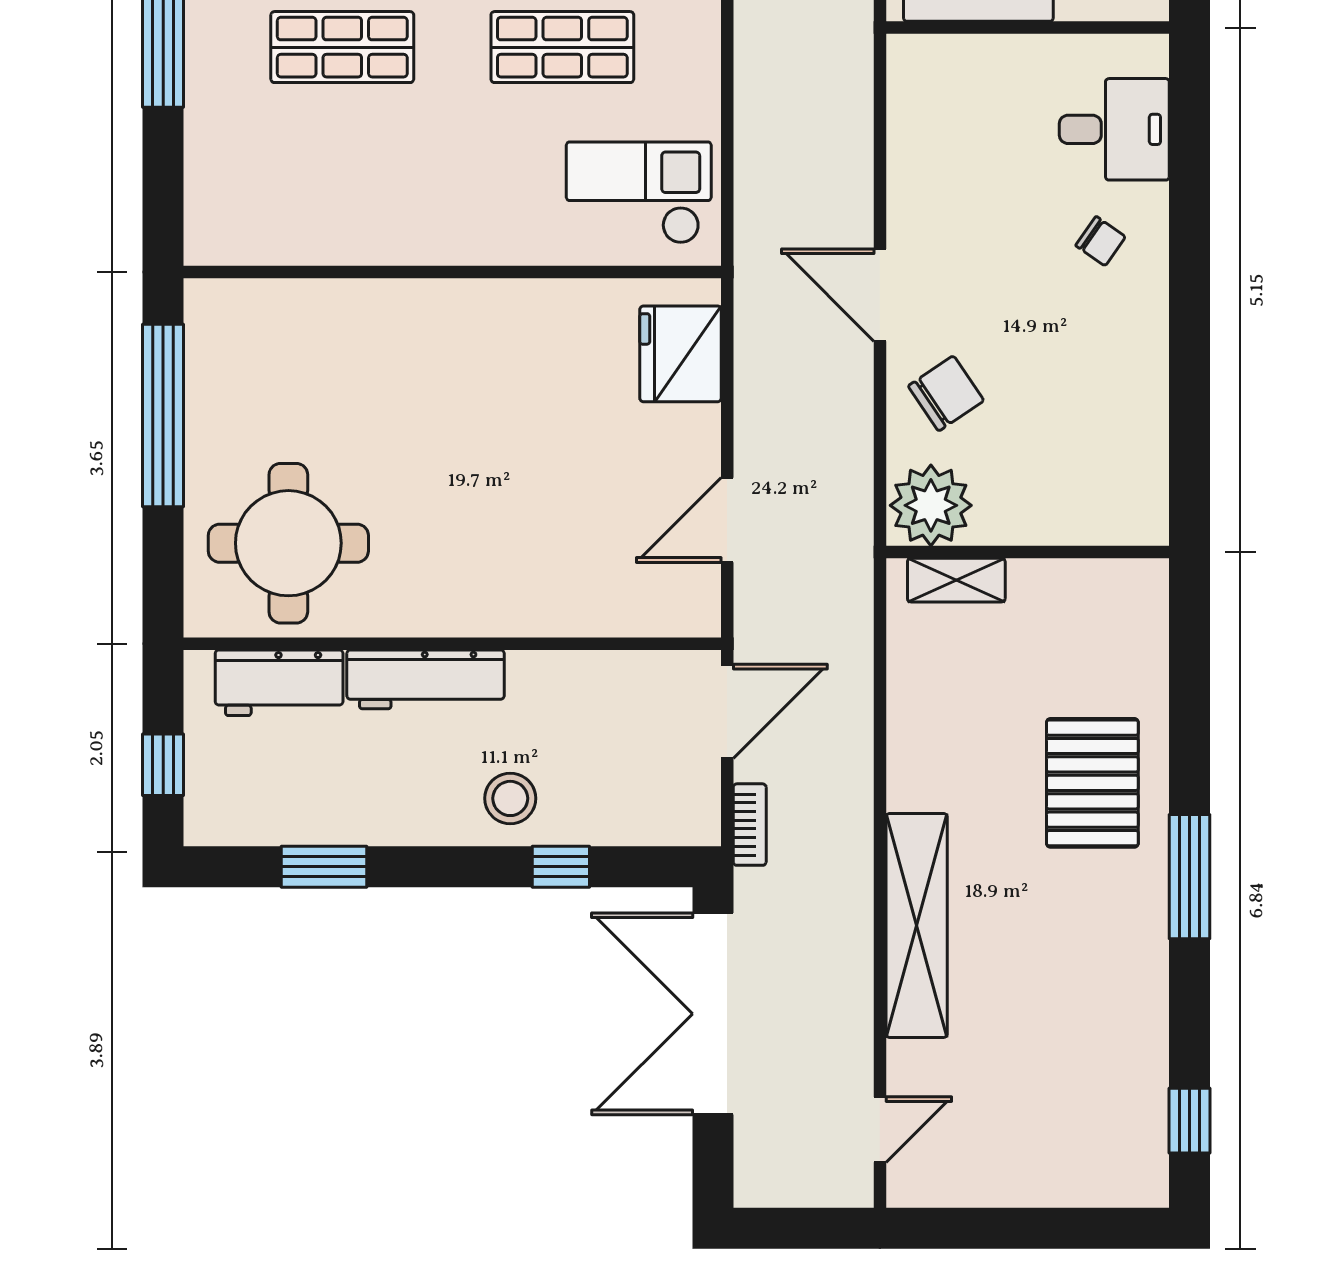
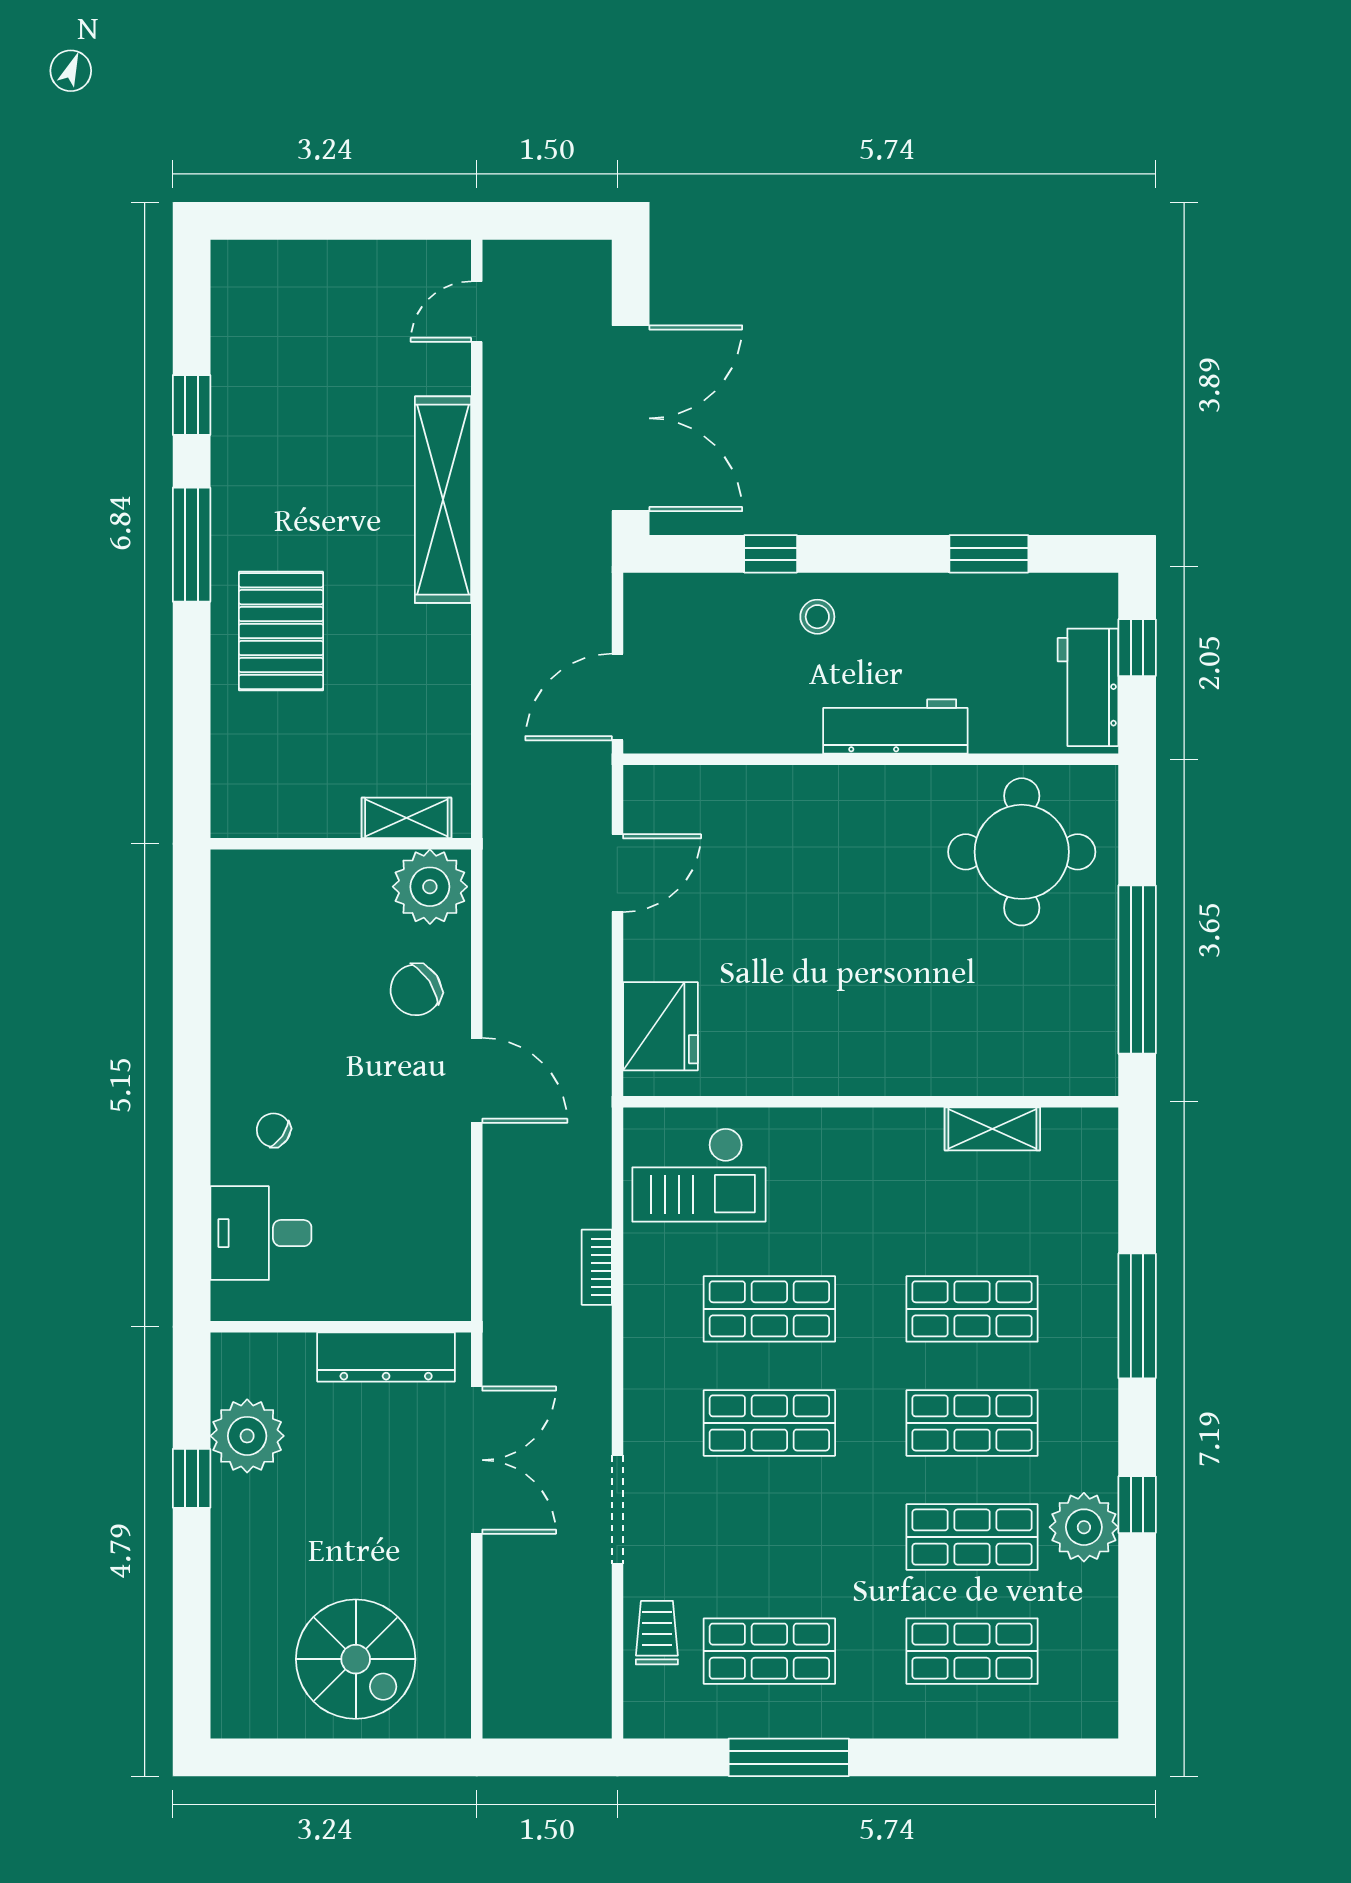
shelving: (320, 243) -> (992, 1129), added
workbench: (279, 683) -> (1088, 687), moved, turned -90
stool: (510, 798) -> (817, 617), width x0.73, depth x0.73
bookcase: (750, 825) -> (597, 1267), moved
window: (1190, 1121) -> (192, 405), moved

